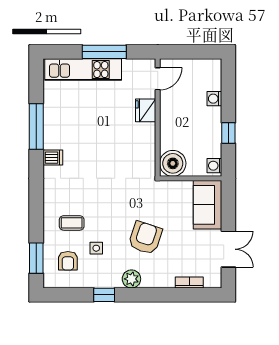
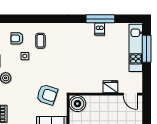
window: (104, 52) -> (147, 49), moved
dishwasher: (53, 158) -> (100, 29), moved
armchair: (145, 238) -> (47, 95), moved
window: (36, 258) -> (19, 19), removed

